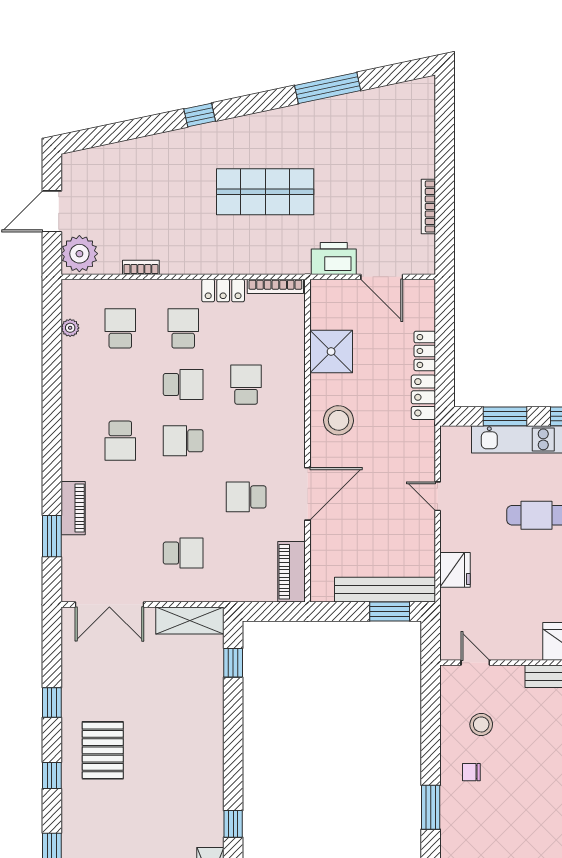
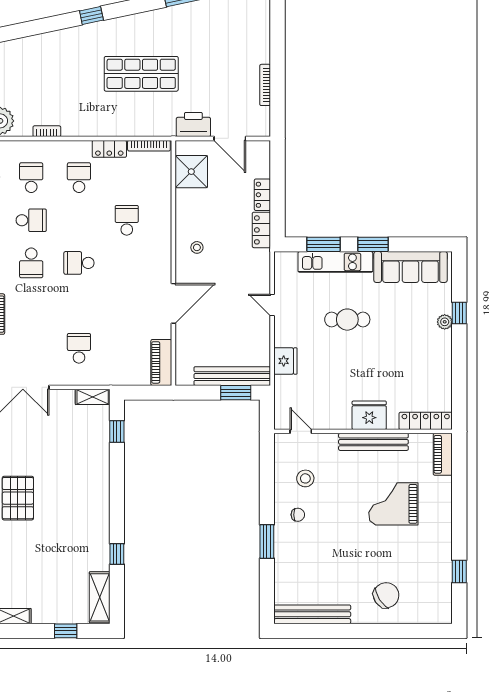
shower: (331, 352) -> (191, 172), moved
school desk: (183, 385) -> (31, 220), moved
stool: (338, 420) -> (197, 247), width x0.53, depth x0.53
school desk: (246, 497) -> (127, 306), removed
school desk: (183, 553) -> (79, 348), turned -90
shelving: (190, 620) -> (93, 397), width x0.67, depth x0.75
chair: (471, 772) -> (298, 515), turned 180

